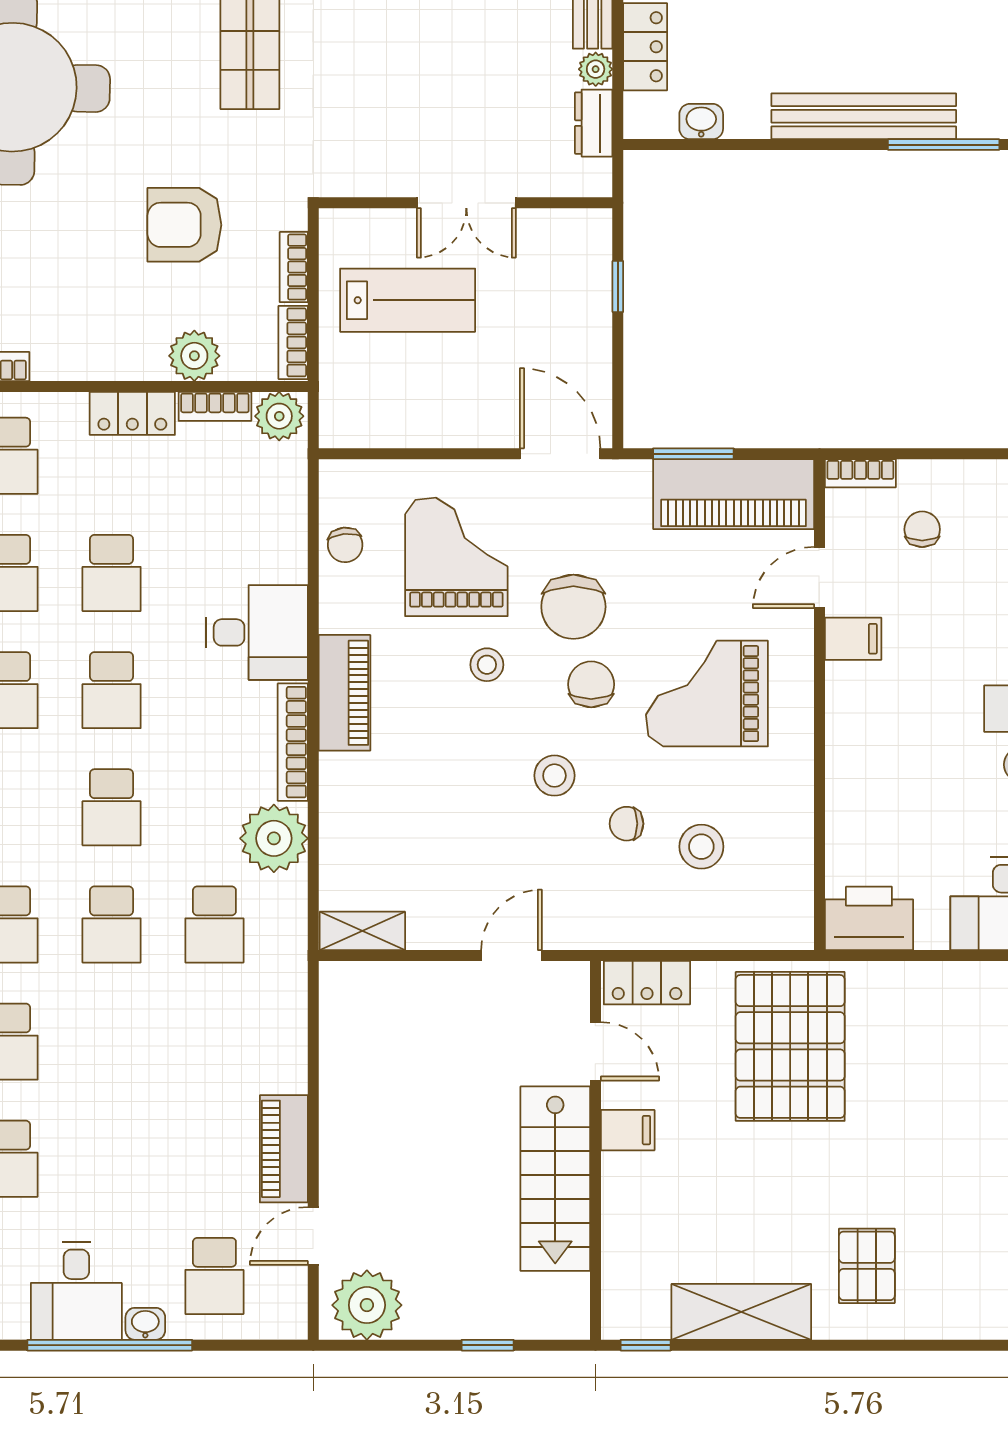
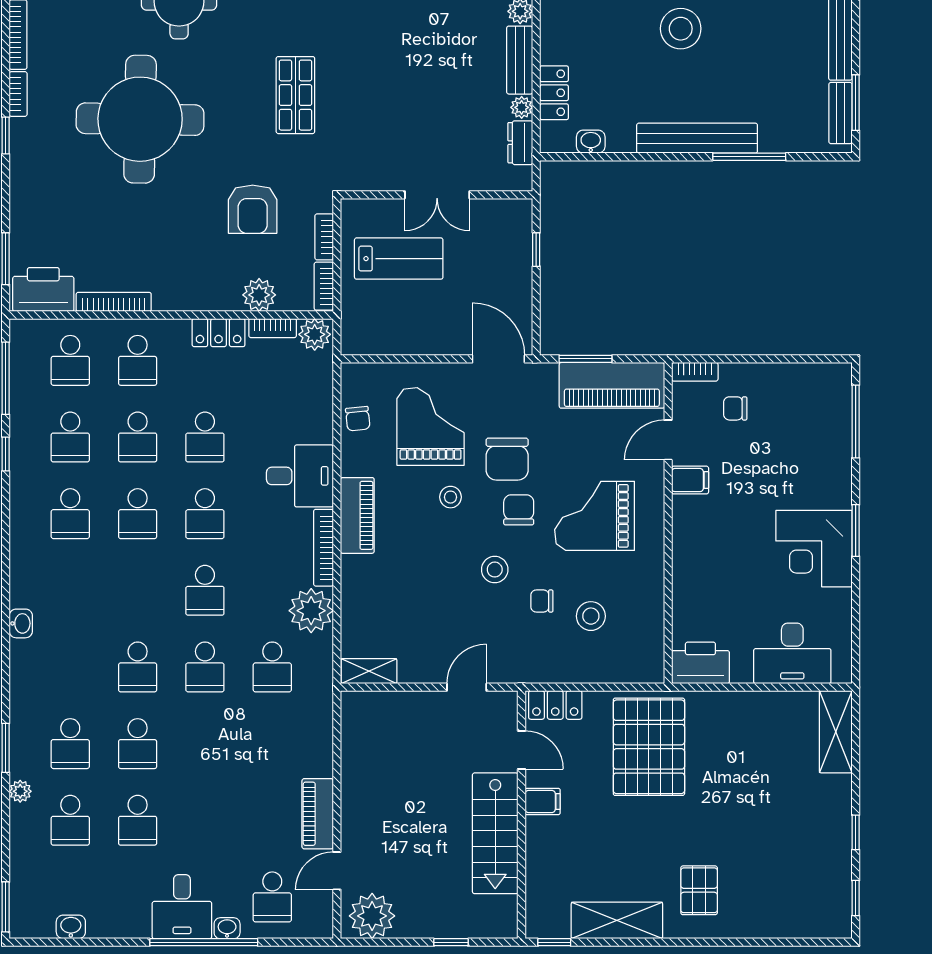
armchair: (184, 225) -> (253, 209), turned -90
chair: (922, 529) -> (735, 408), turned -90

